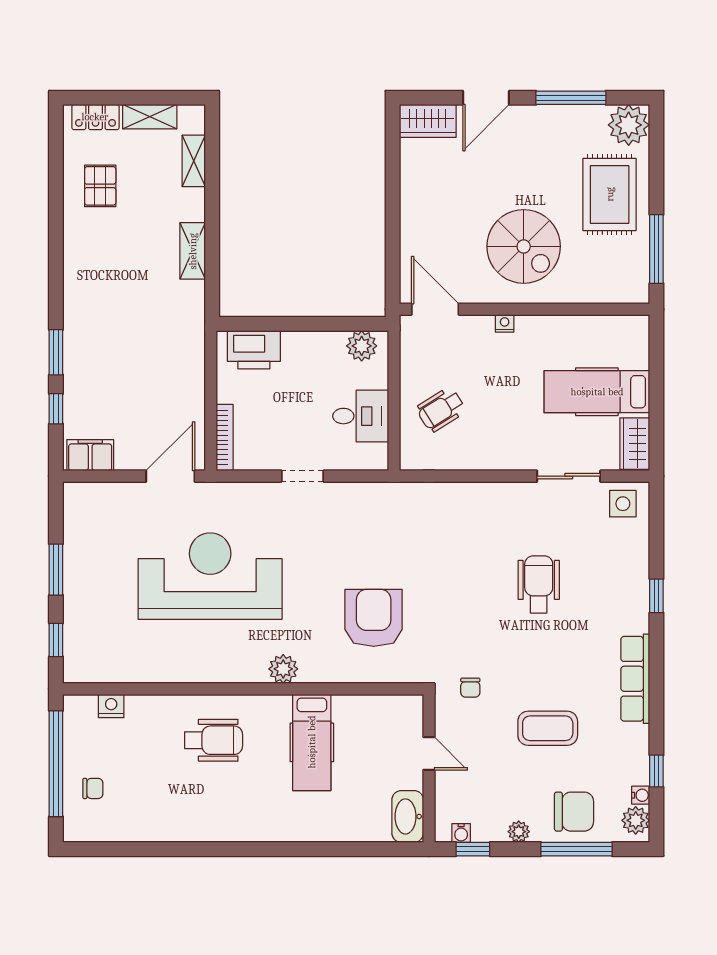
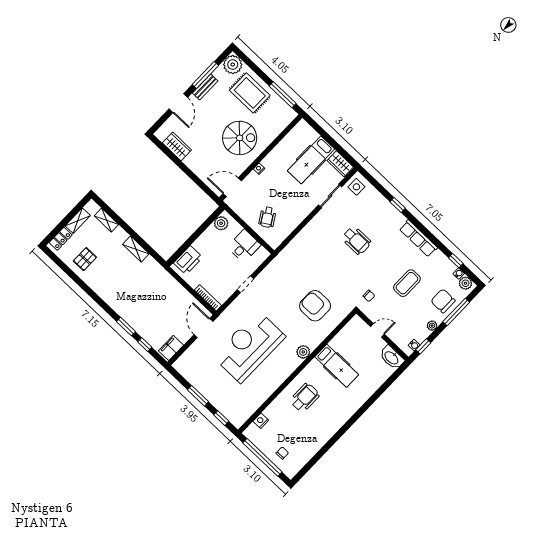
bench: (552, 116) -> (205, 87), added
wardrobe: (428, 121) -> (177, 146), moved, turned -90
pallet: (100, 186) -> (85, 259), turned 90
wheelchair: (539, 584) -> (356, 240), turned 180
chair: (574, 812) -> (443, 301), turned -90

